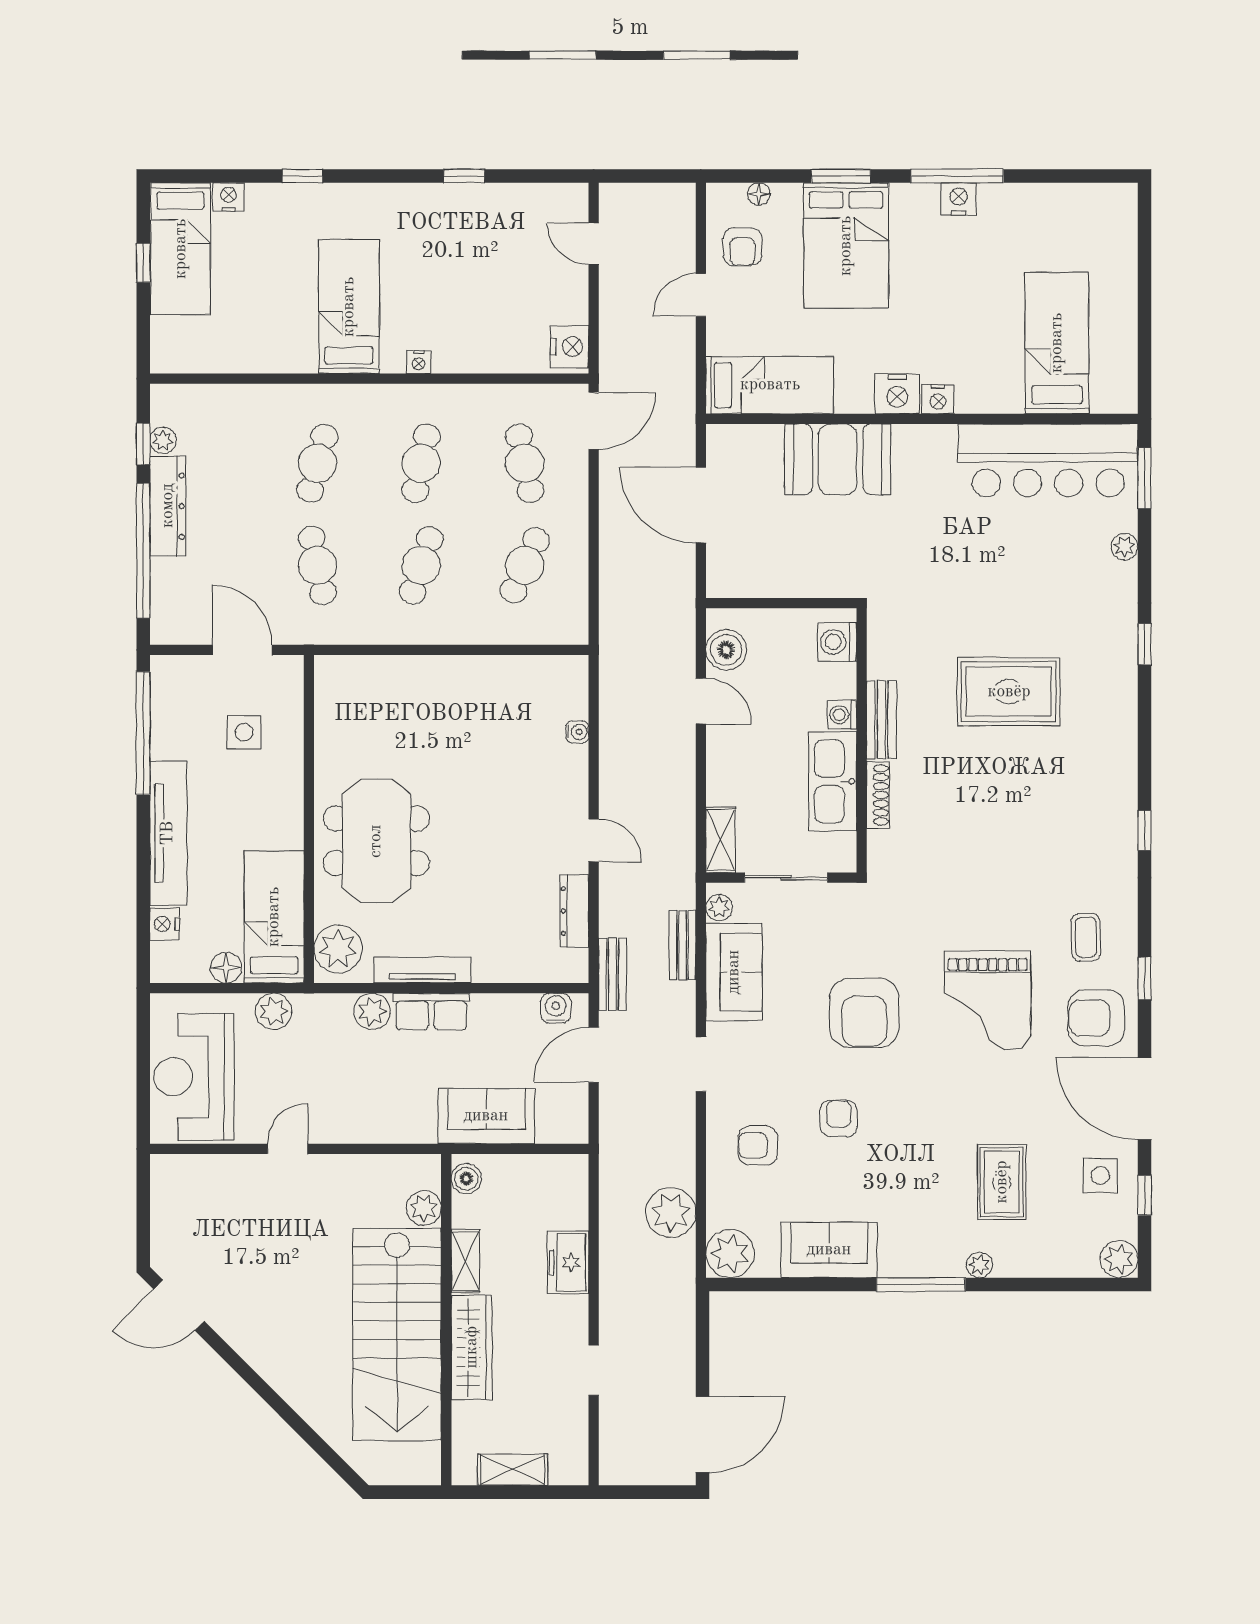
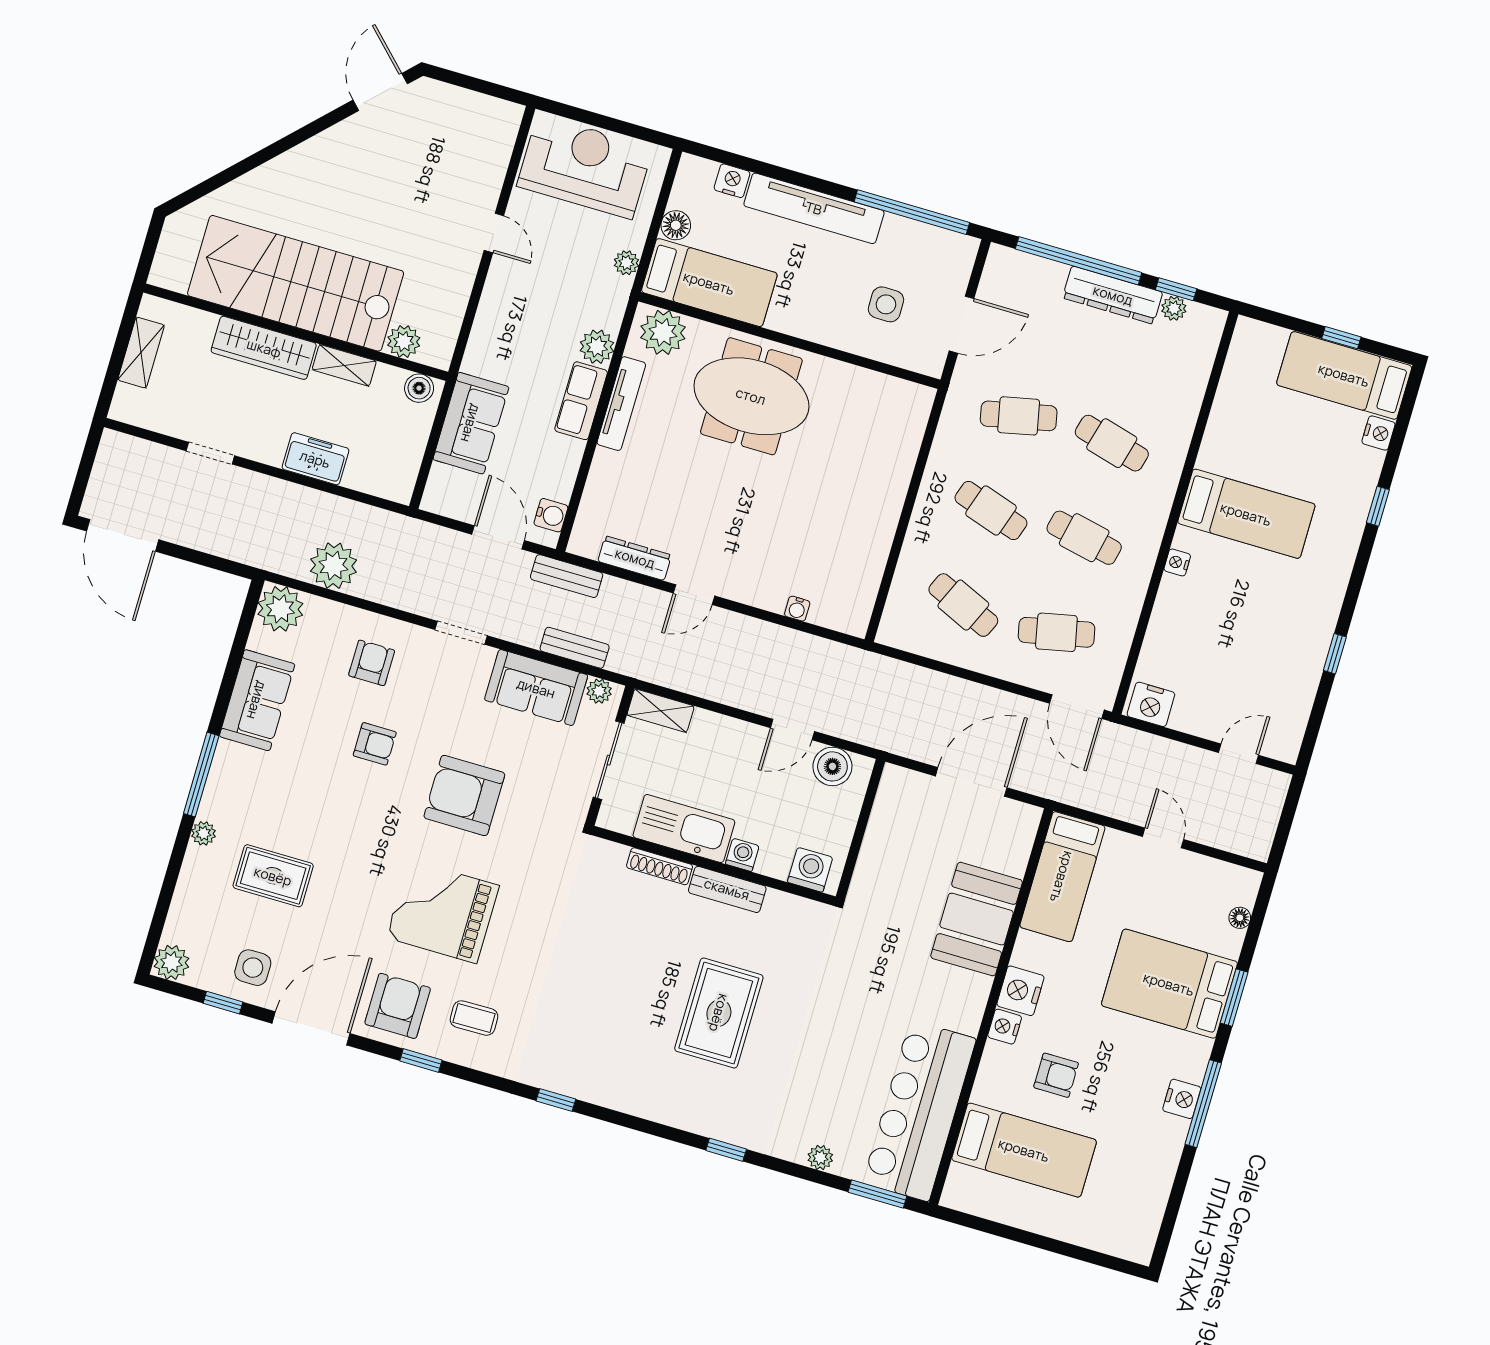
armchair: (742, 247) -> (1056, 1075), moved, turned 180
plant: (274, 1011) -> (626, 263), width x0.73, depth x0.73

